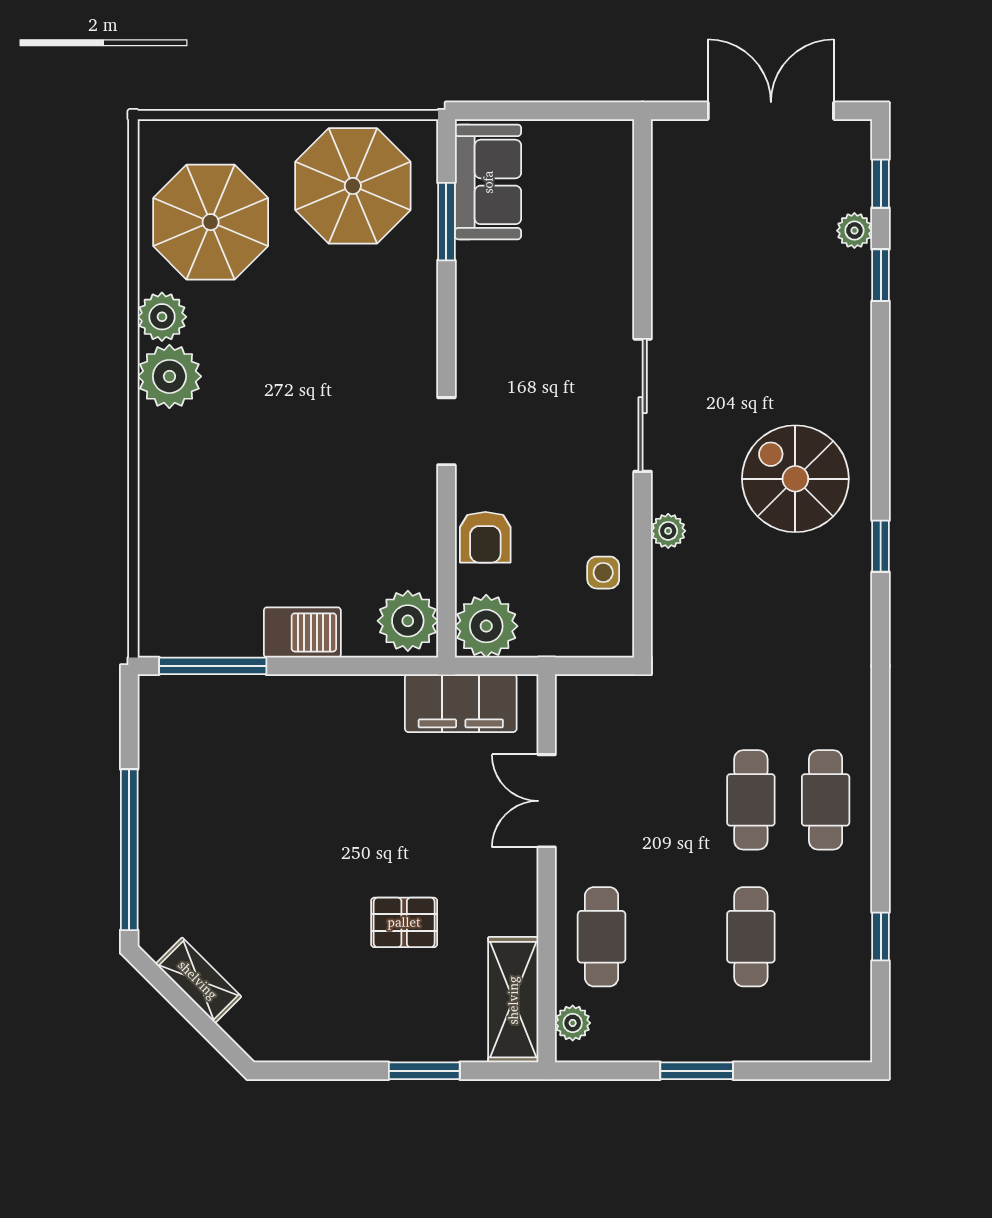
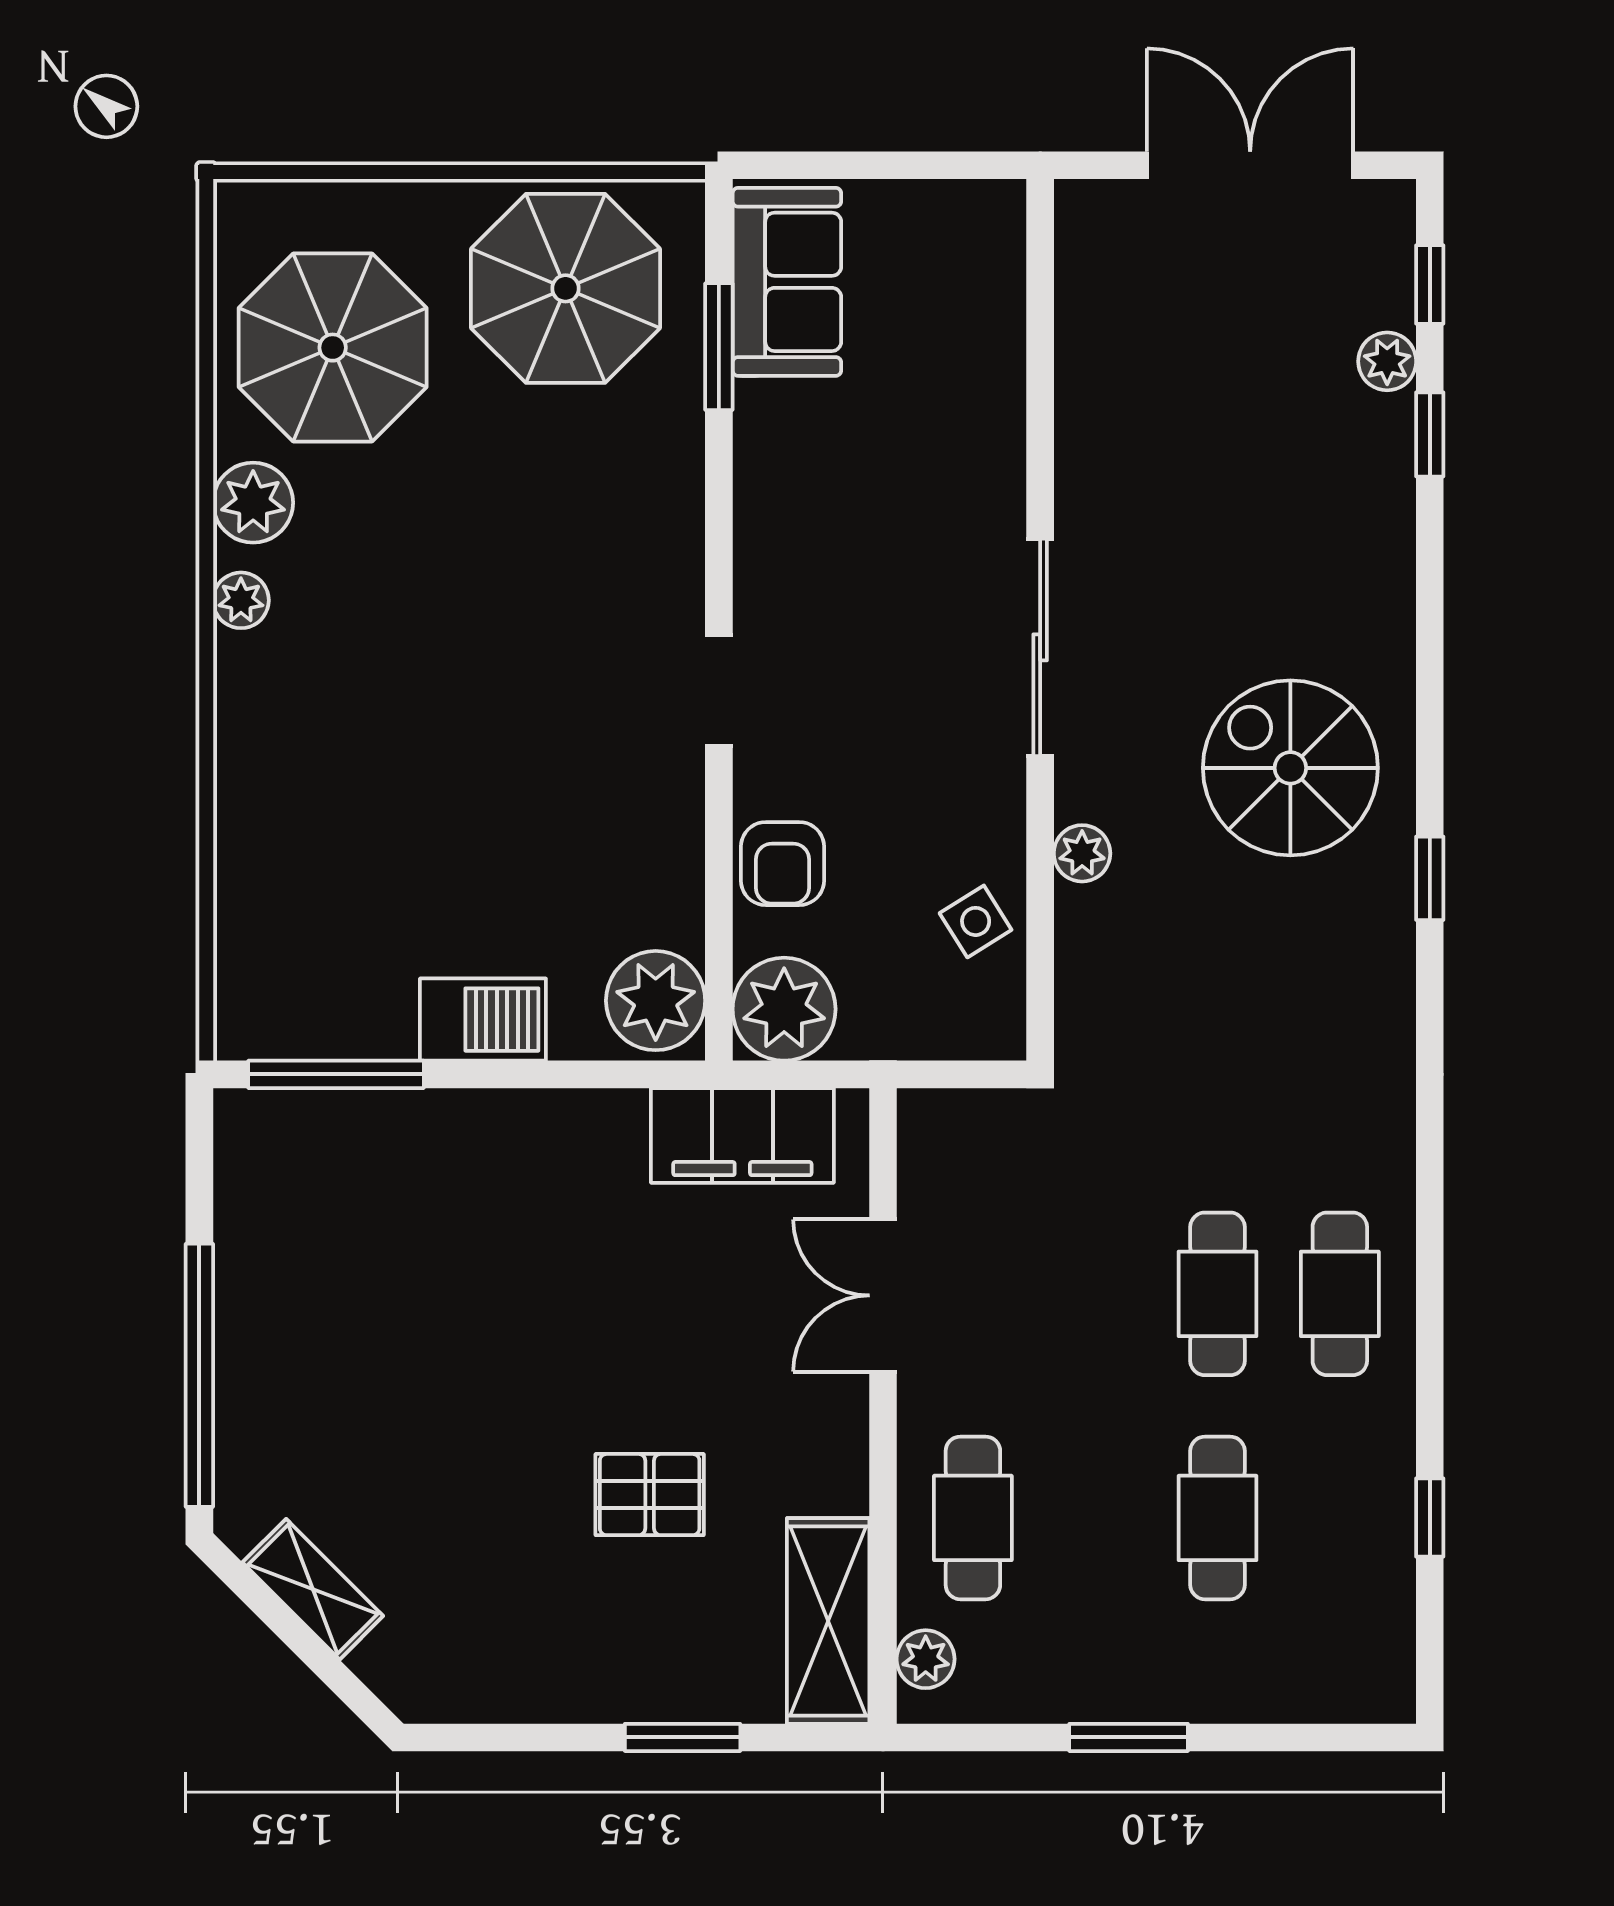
plant: (169, 376) -> (241, 600), width x0.53, depth x0.53
side table: (603, 573) -> (976, 921), turned -32

